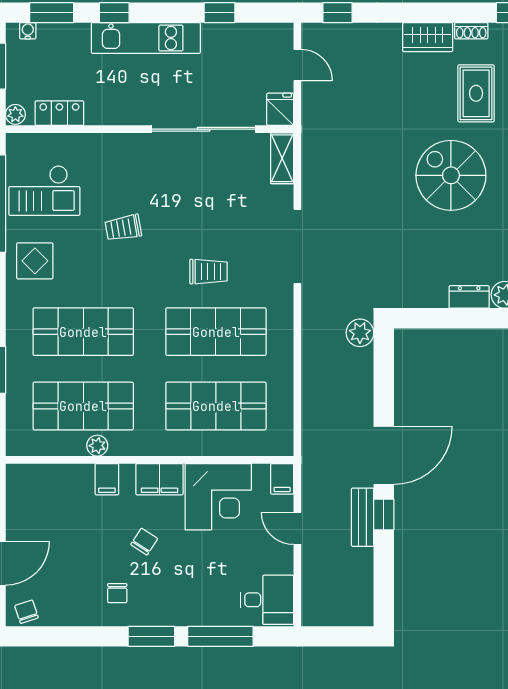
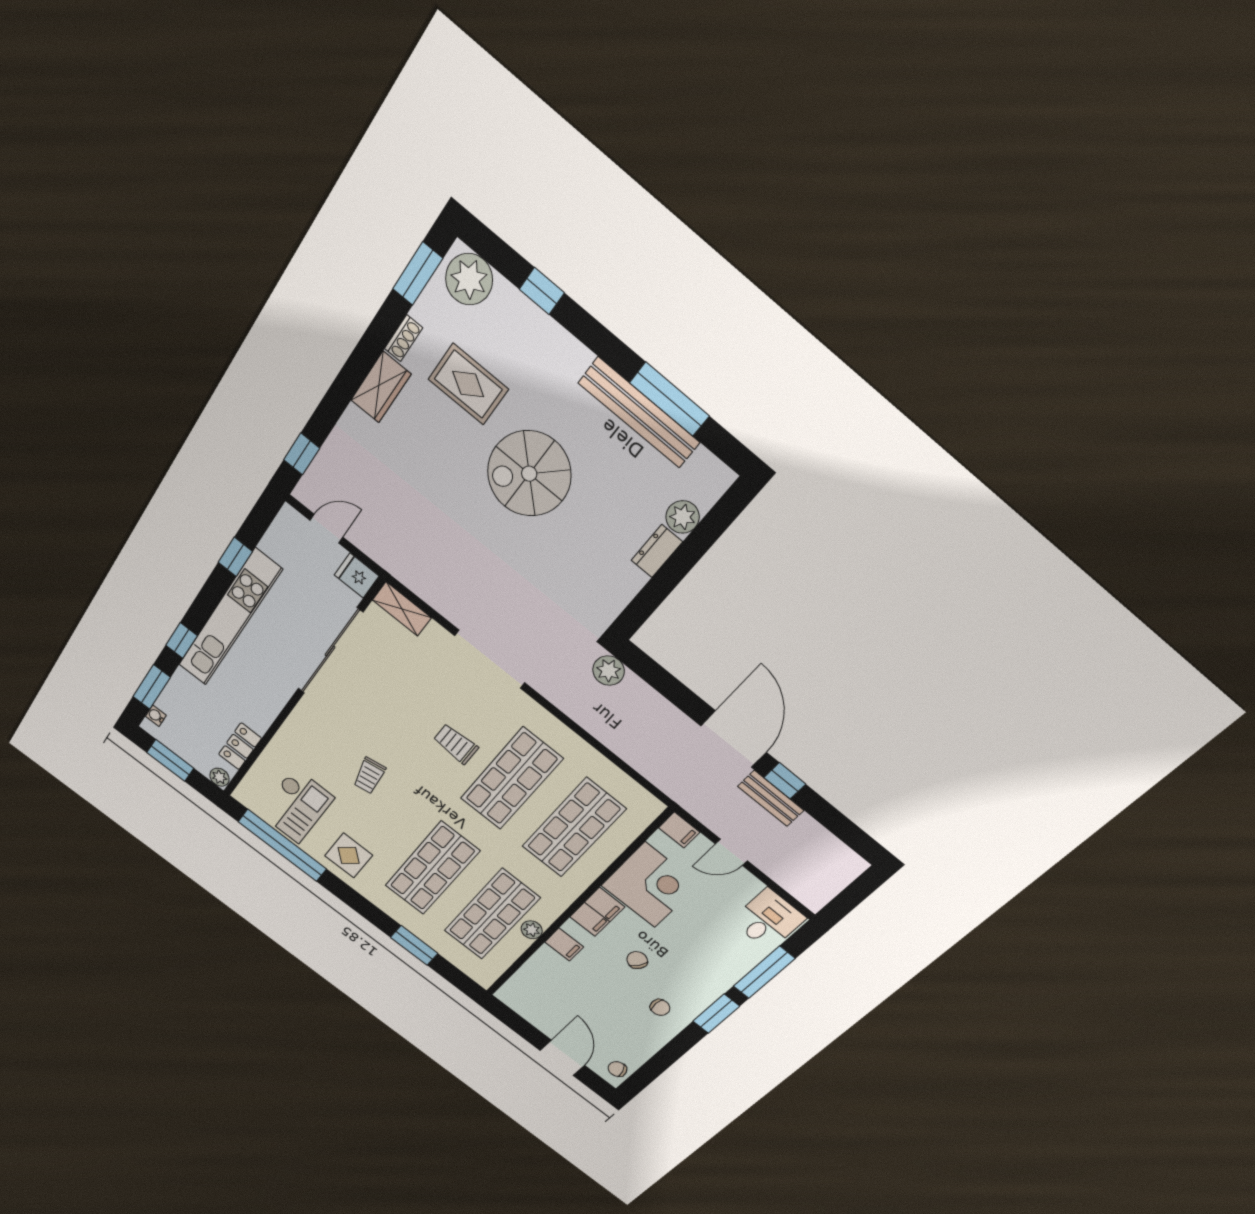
kitchen unit: (146, 38) -> (230, 618), width x1.36
trolley: (208, 272) -> (456, 744), turned -90

